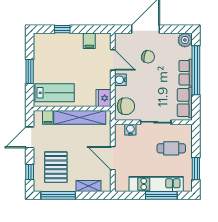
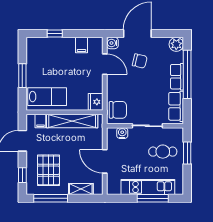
water cooler: (120, 80) -> (112, 43), moved
window: (196, 169) -> (187, 153), moved

